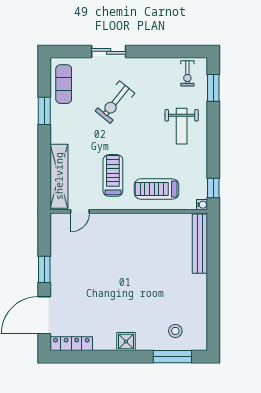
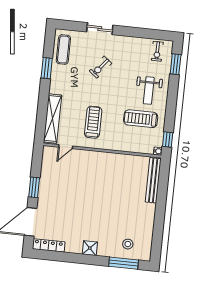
exercise bike: (115, 102) -> (101, 67), width x0.73, depth x0.72
treadmill: (157, 189) -> (141, 119), moved

